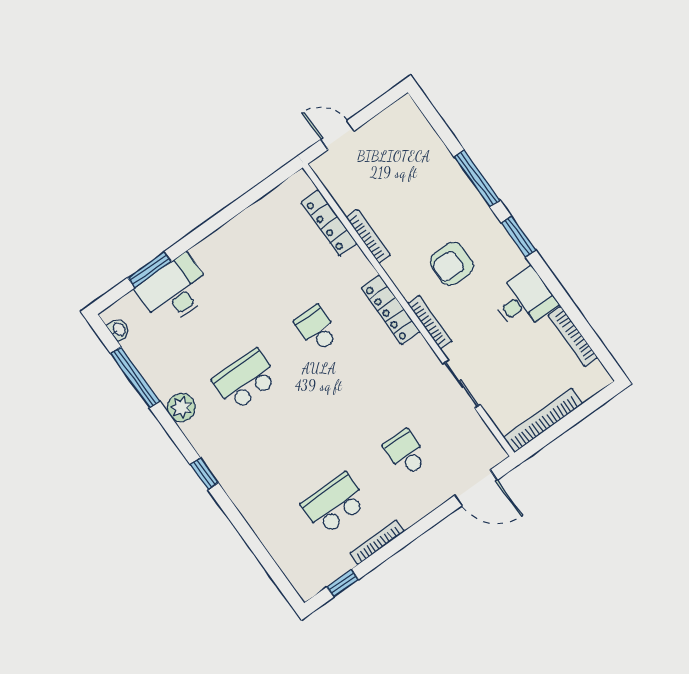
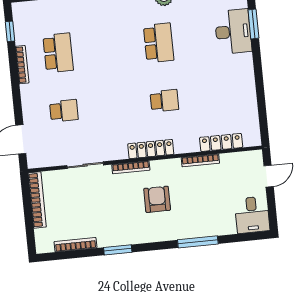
window: (519, 237) -> (118, 250), moved
desk: (524, 300) -> (252, 215), moved

